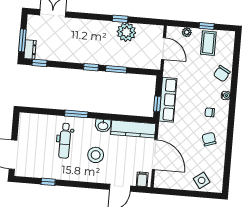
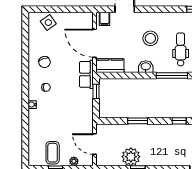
window: (91, 67) -> (179, 121), moved
chair: (222, 74) -> (38, 125), removed
row of seats: (168, 100) -> (86, 74), moved, width x0.68
window: (76, 114) -> (172, 76), width x1.44
kitchen counter: (133, 129) -> (110, 66), width x0.67

